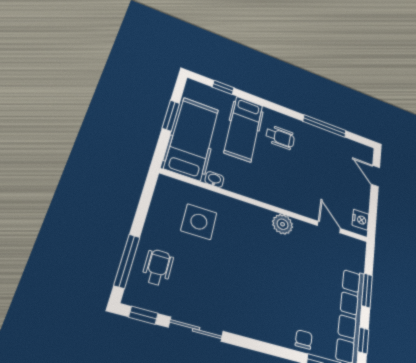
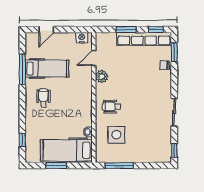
hospital bed: (244, 129) -> (47, 69), moved
plant: (283, 224) -> (102, 76), moved
window: (127, 261) -> (119, 166), moved
wheelchair: (158, 267) -> (111, 107), moved
sliding door: (196, 329) -> (174, 112), moved

